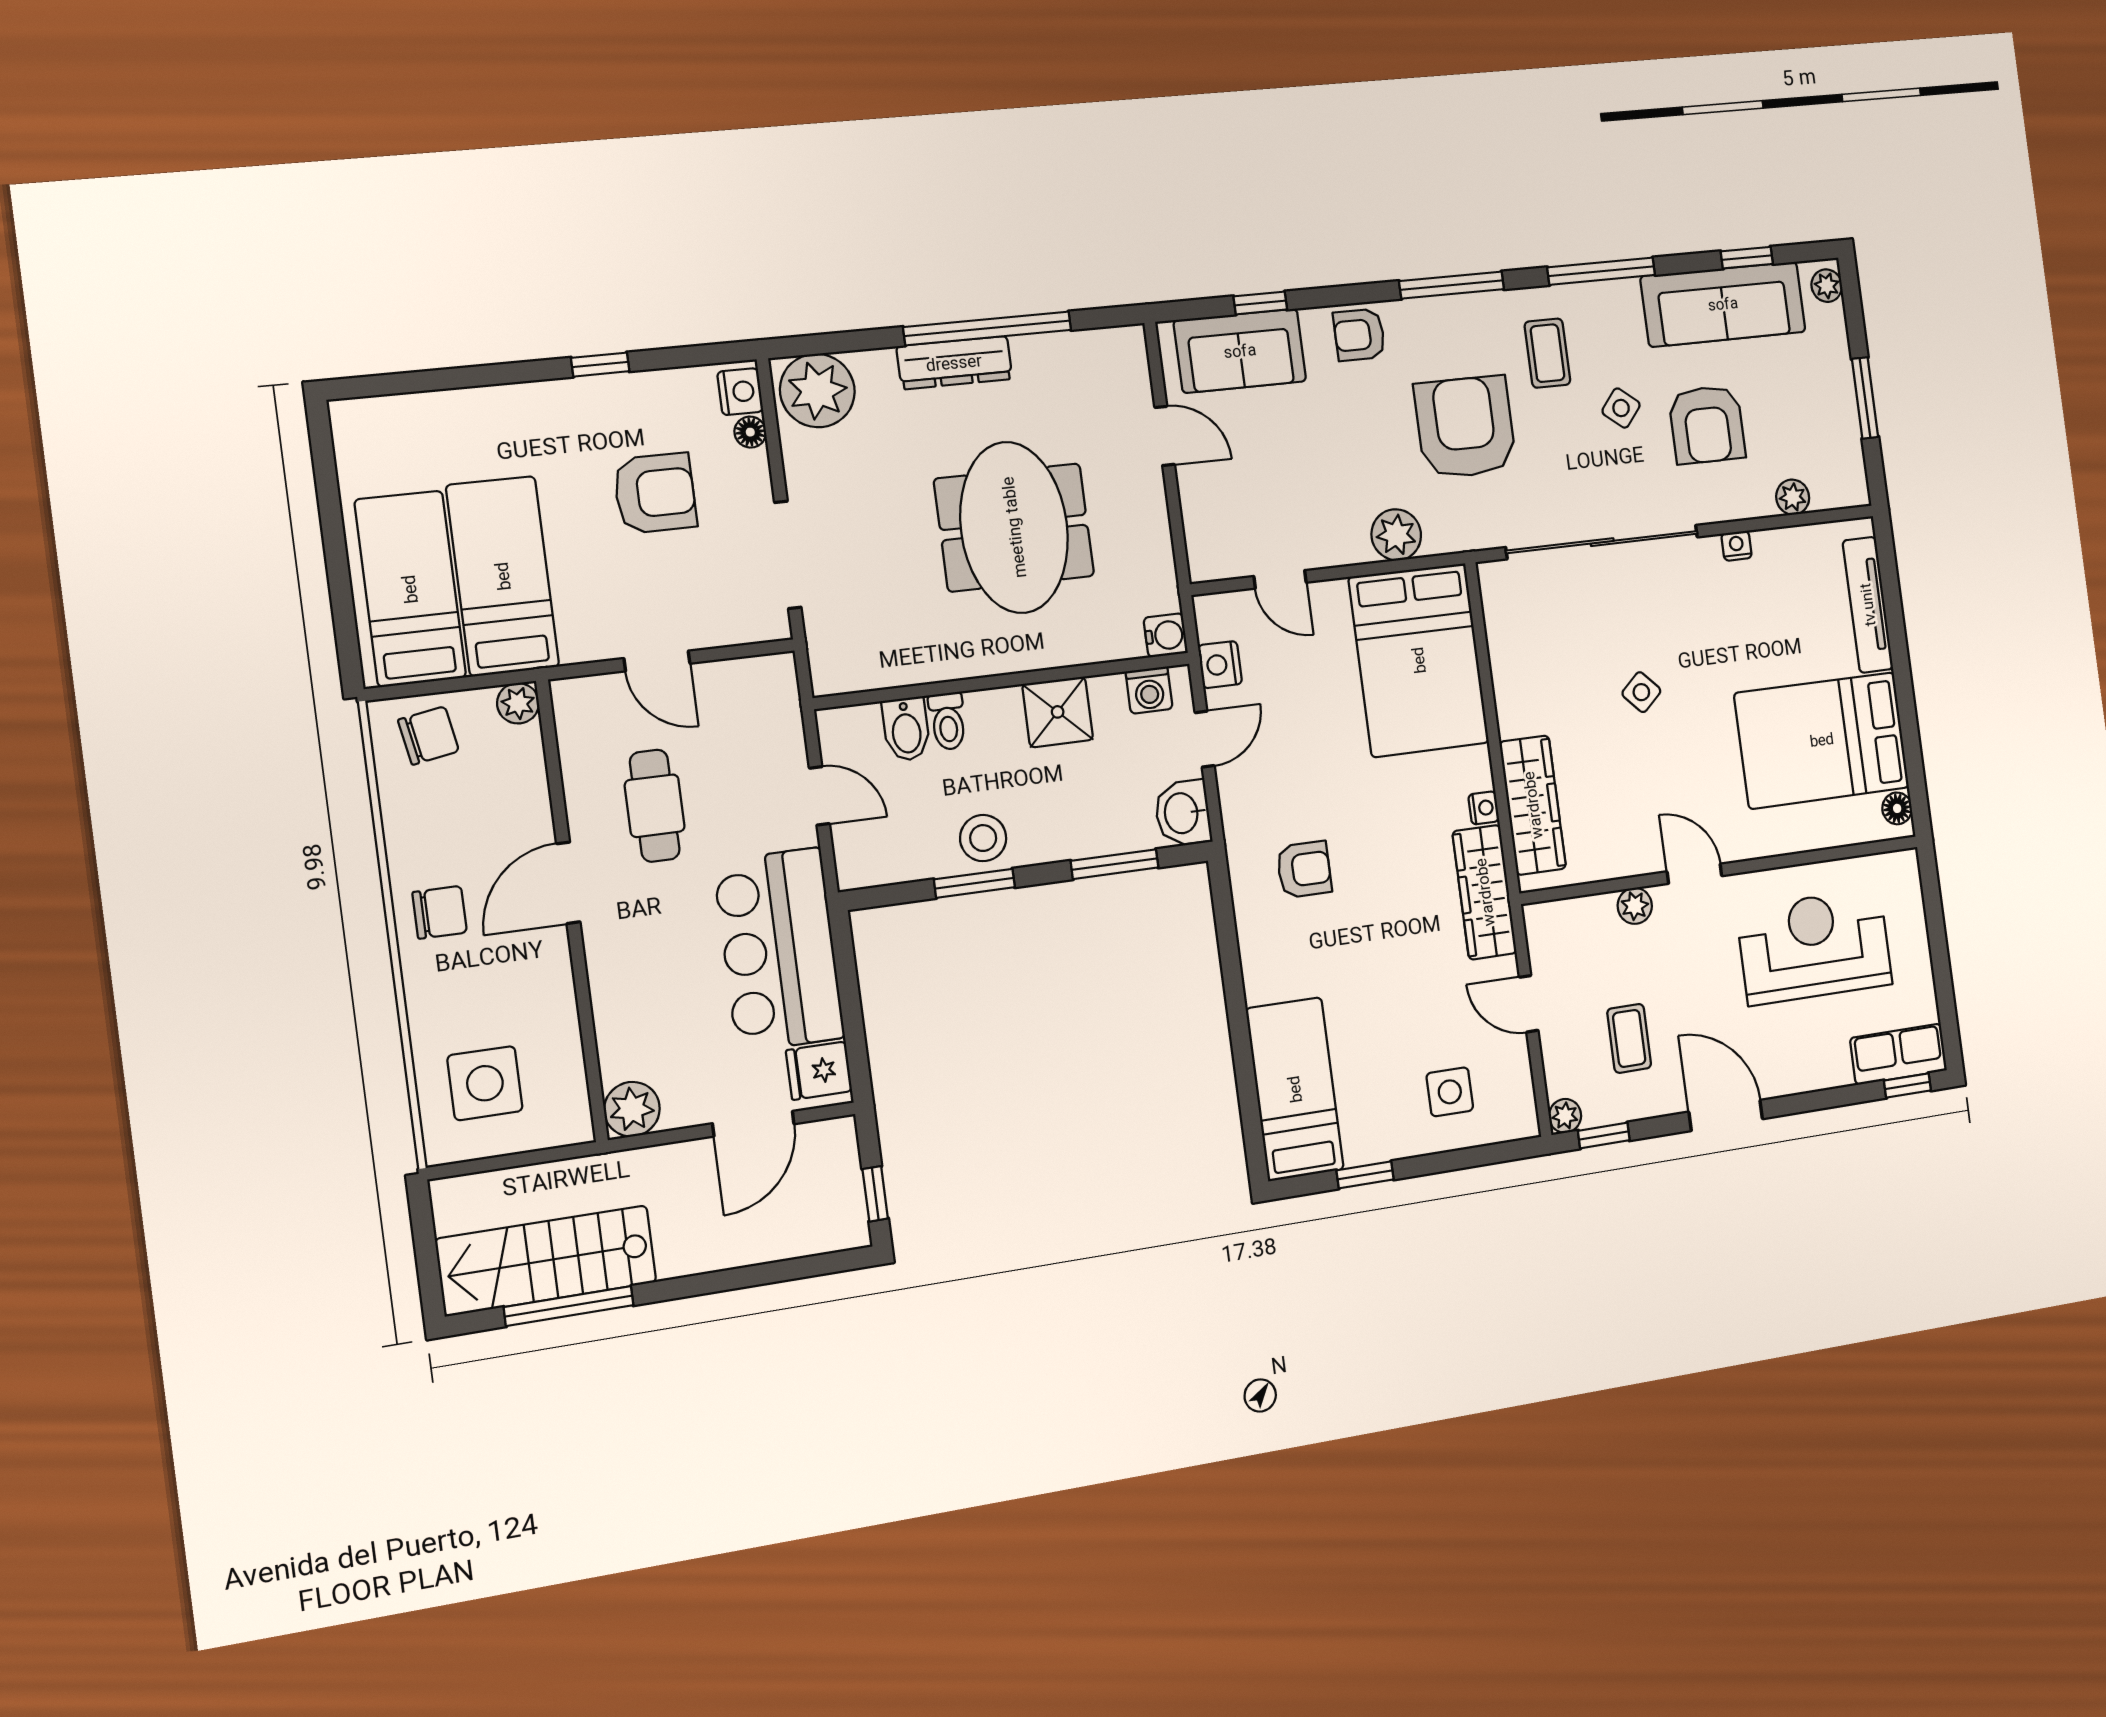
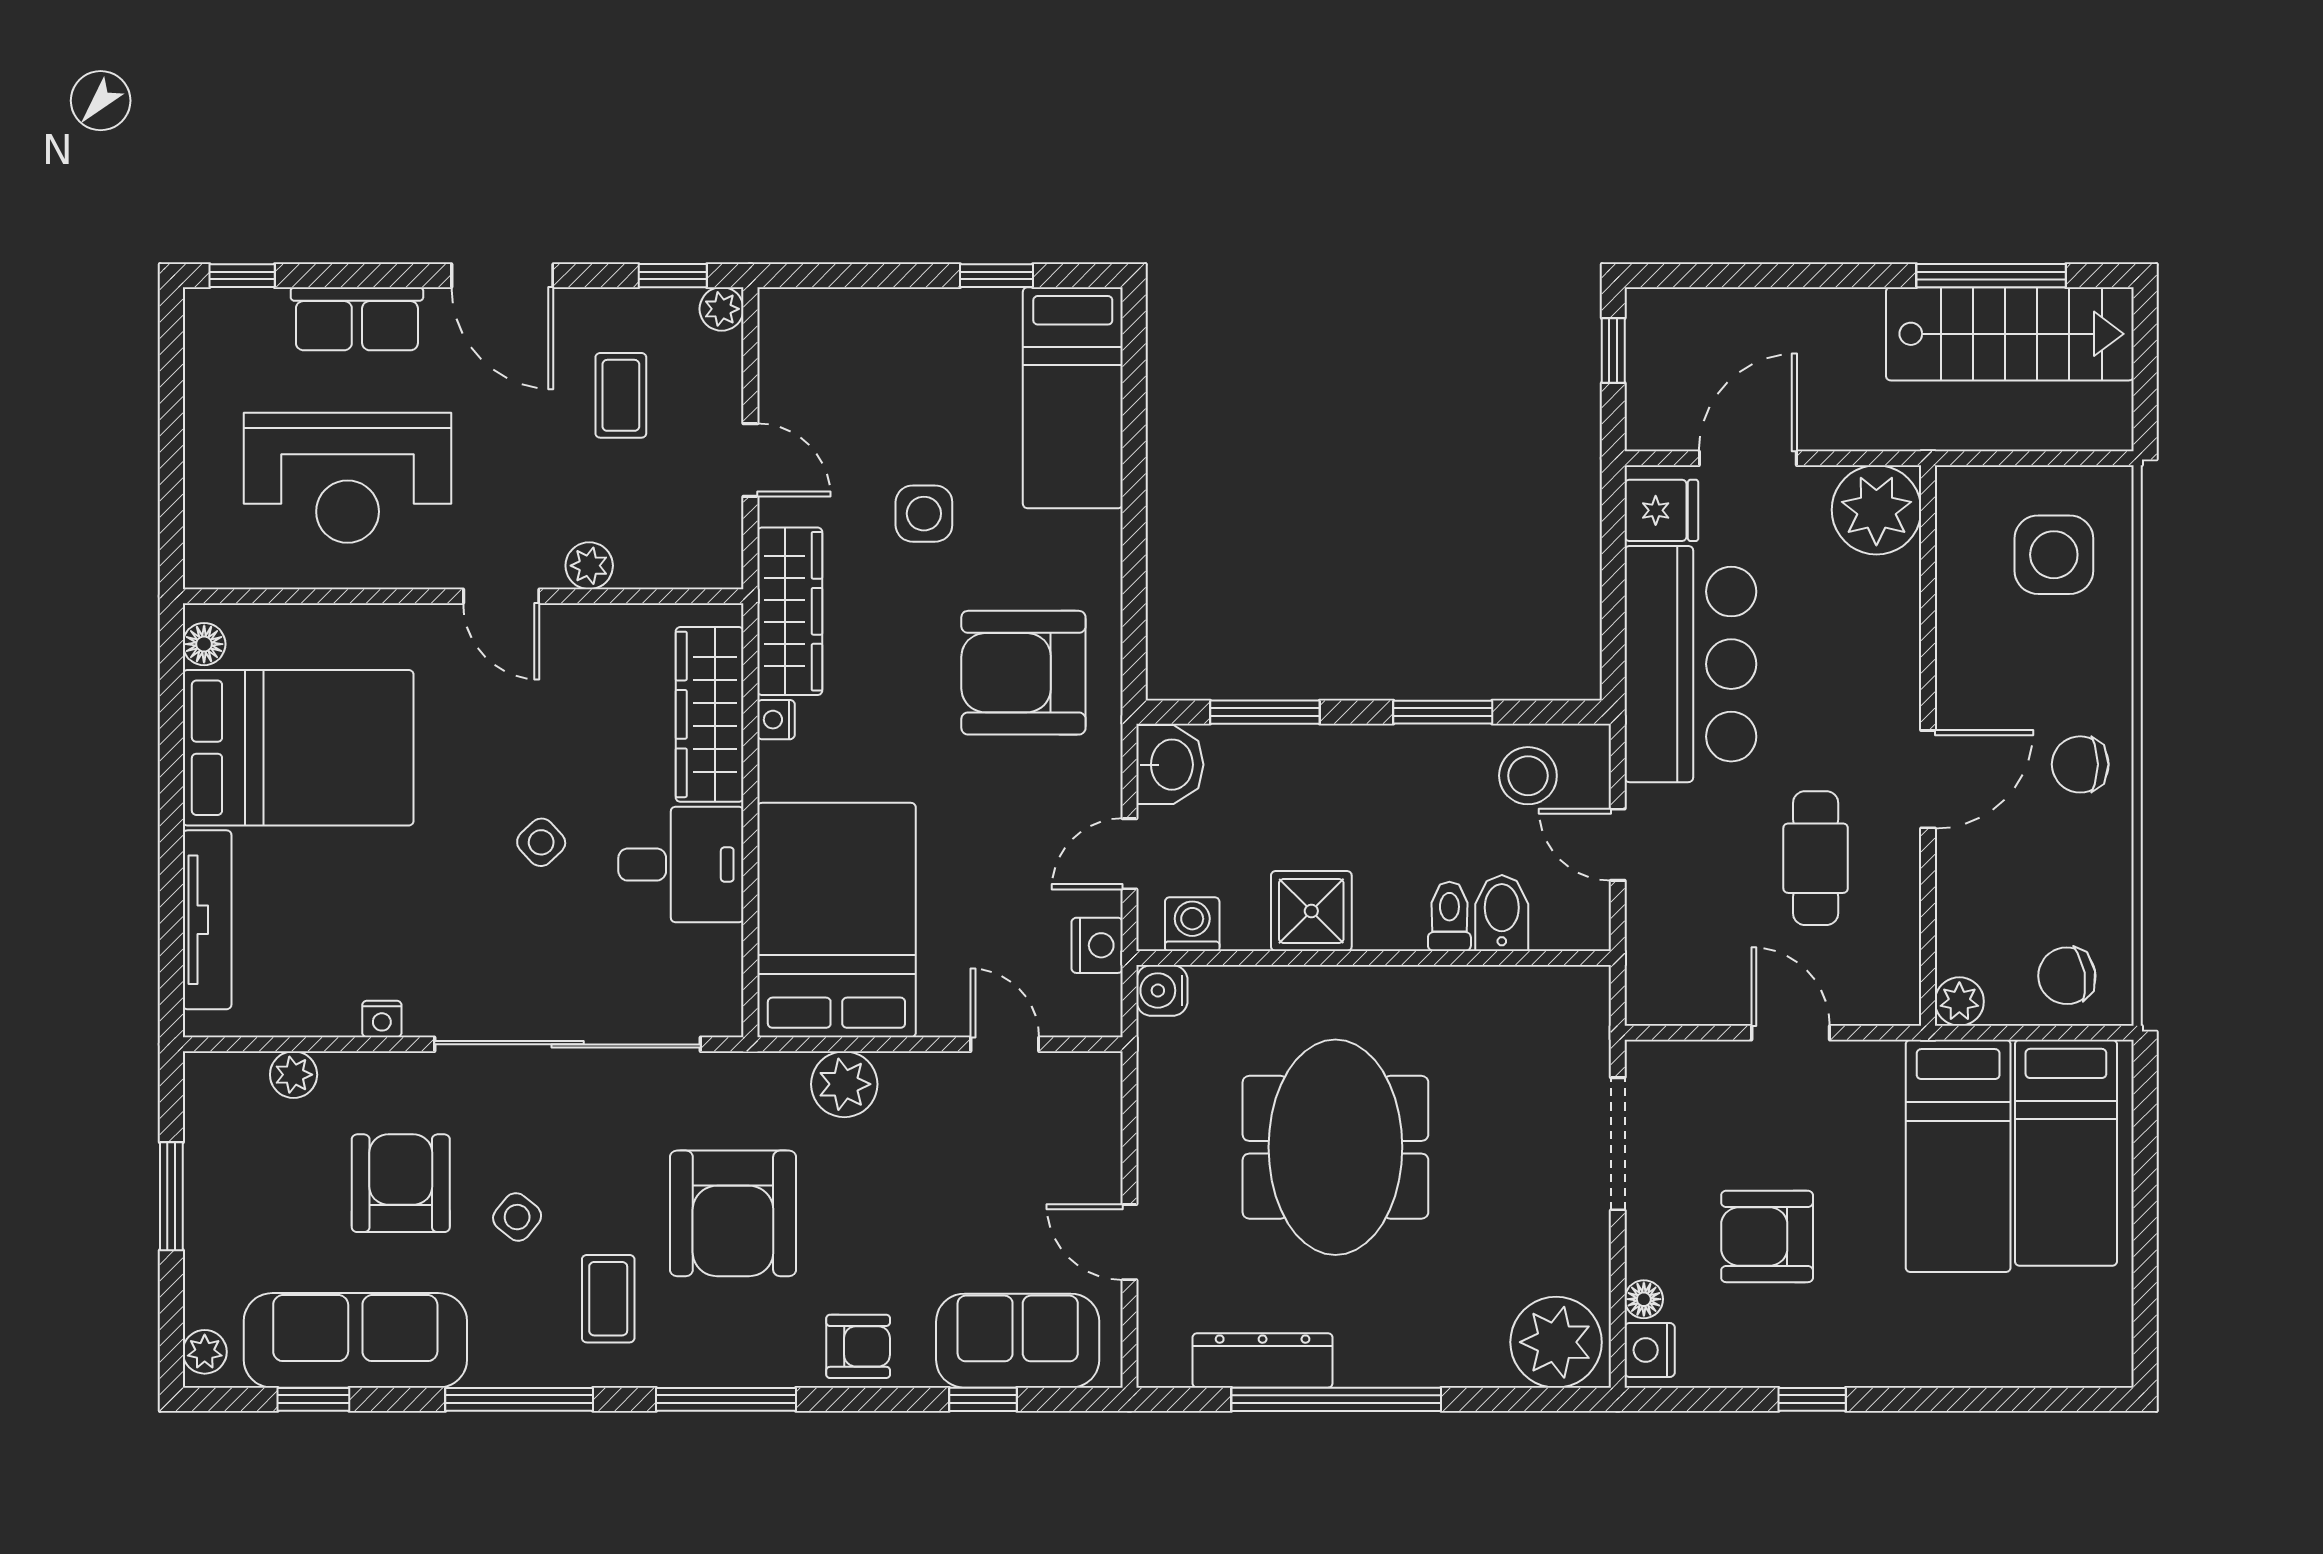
dresser: (954, 363) -> (1263, 1360), moved
desk: (1538, 688) -> (681, 865), added
stool: (983, 838) -> (1528, 776), moved
armchair: (1304, 869) -> (1023, 673), width x1.88, depth x1.88
row of seats: (1898, 1054) -> (357, 319), moved
side table: (1450, 1092) -> (924, 514), moved
plant: (632, 1109) -> (1876, 510), width x1.36, depth x1.36

